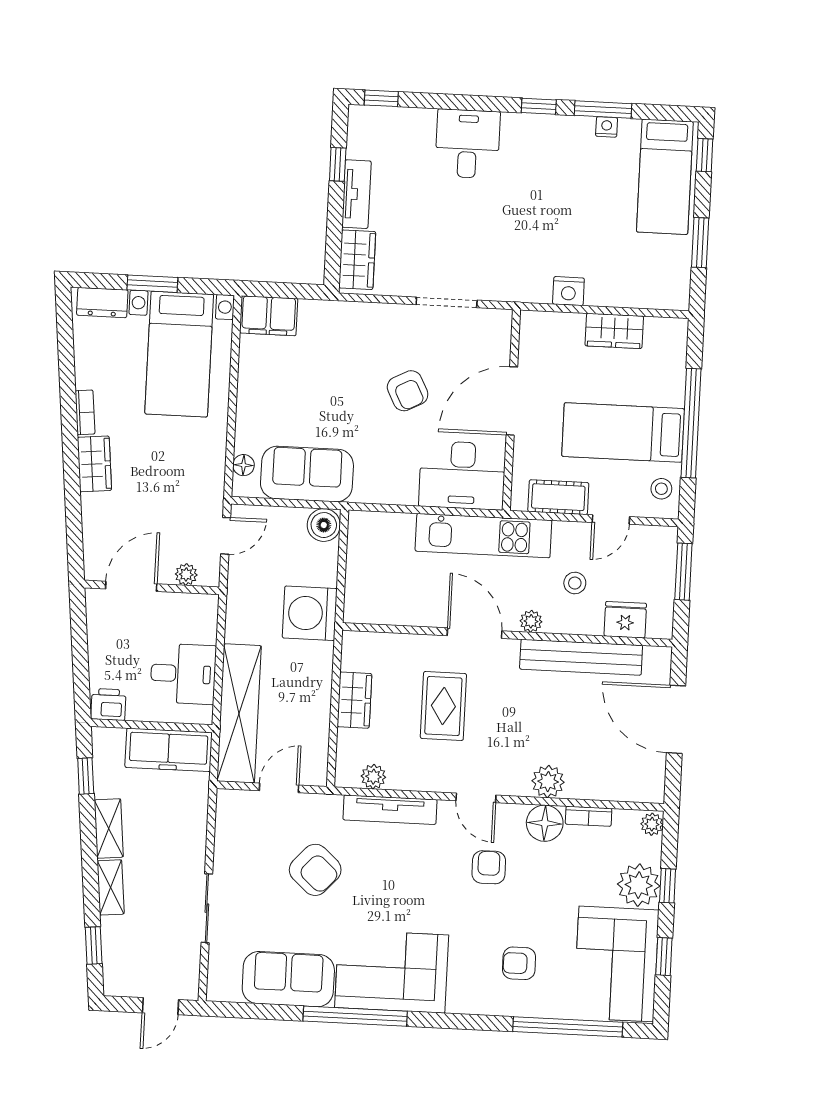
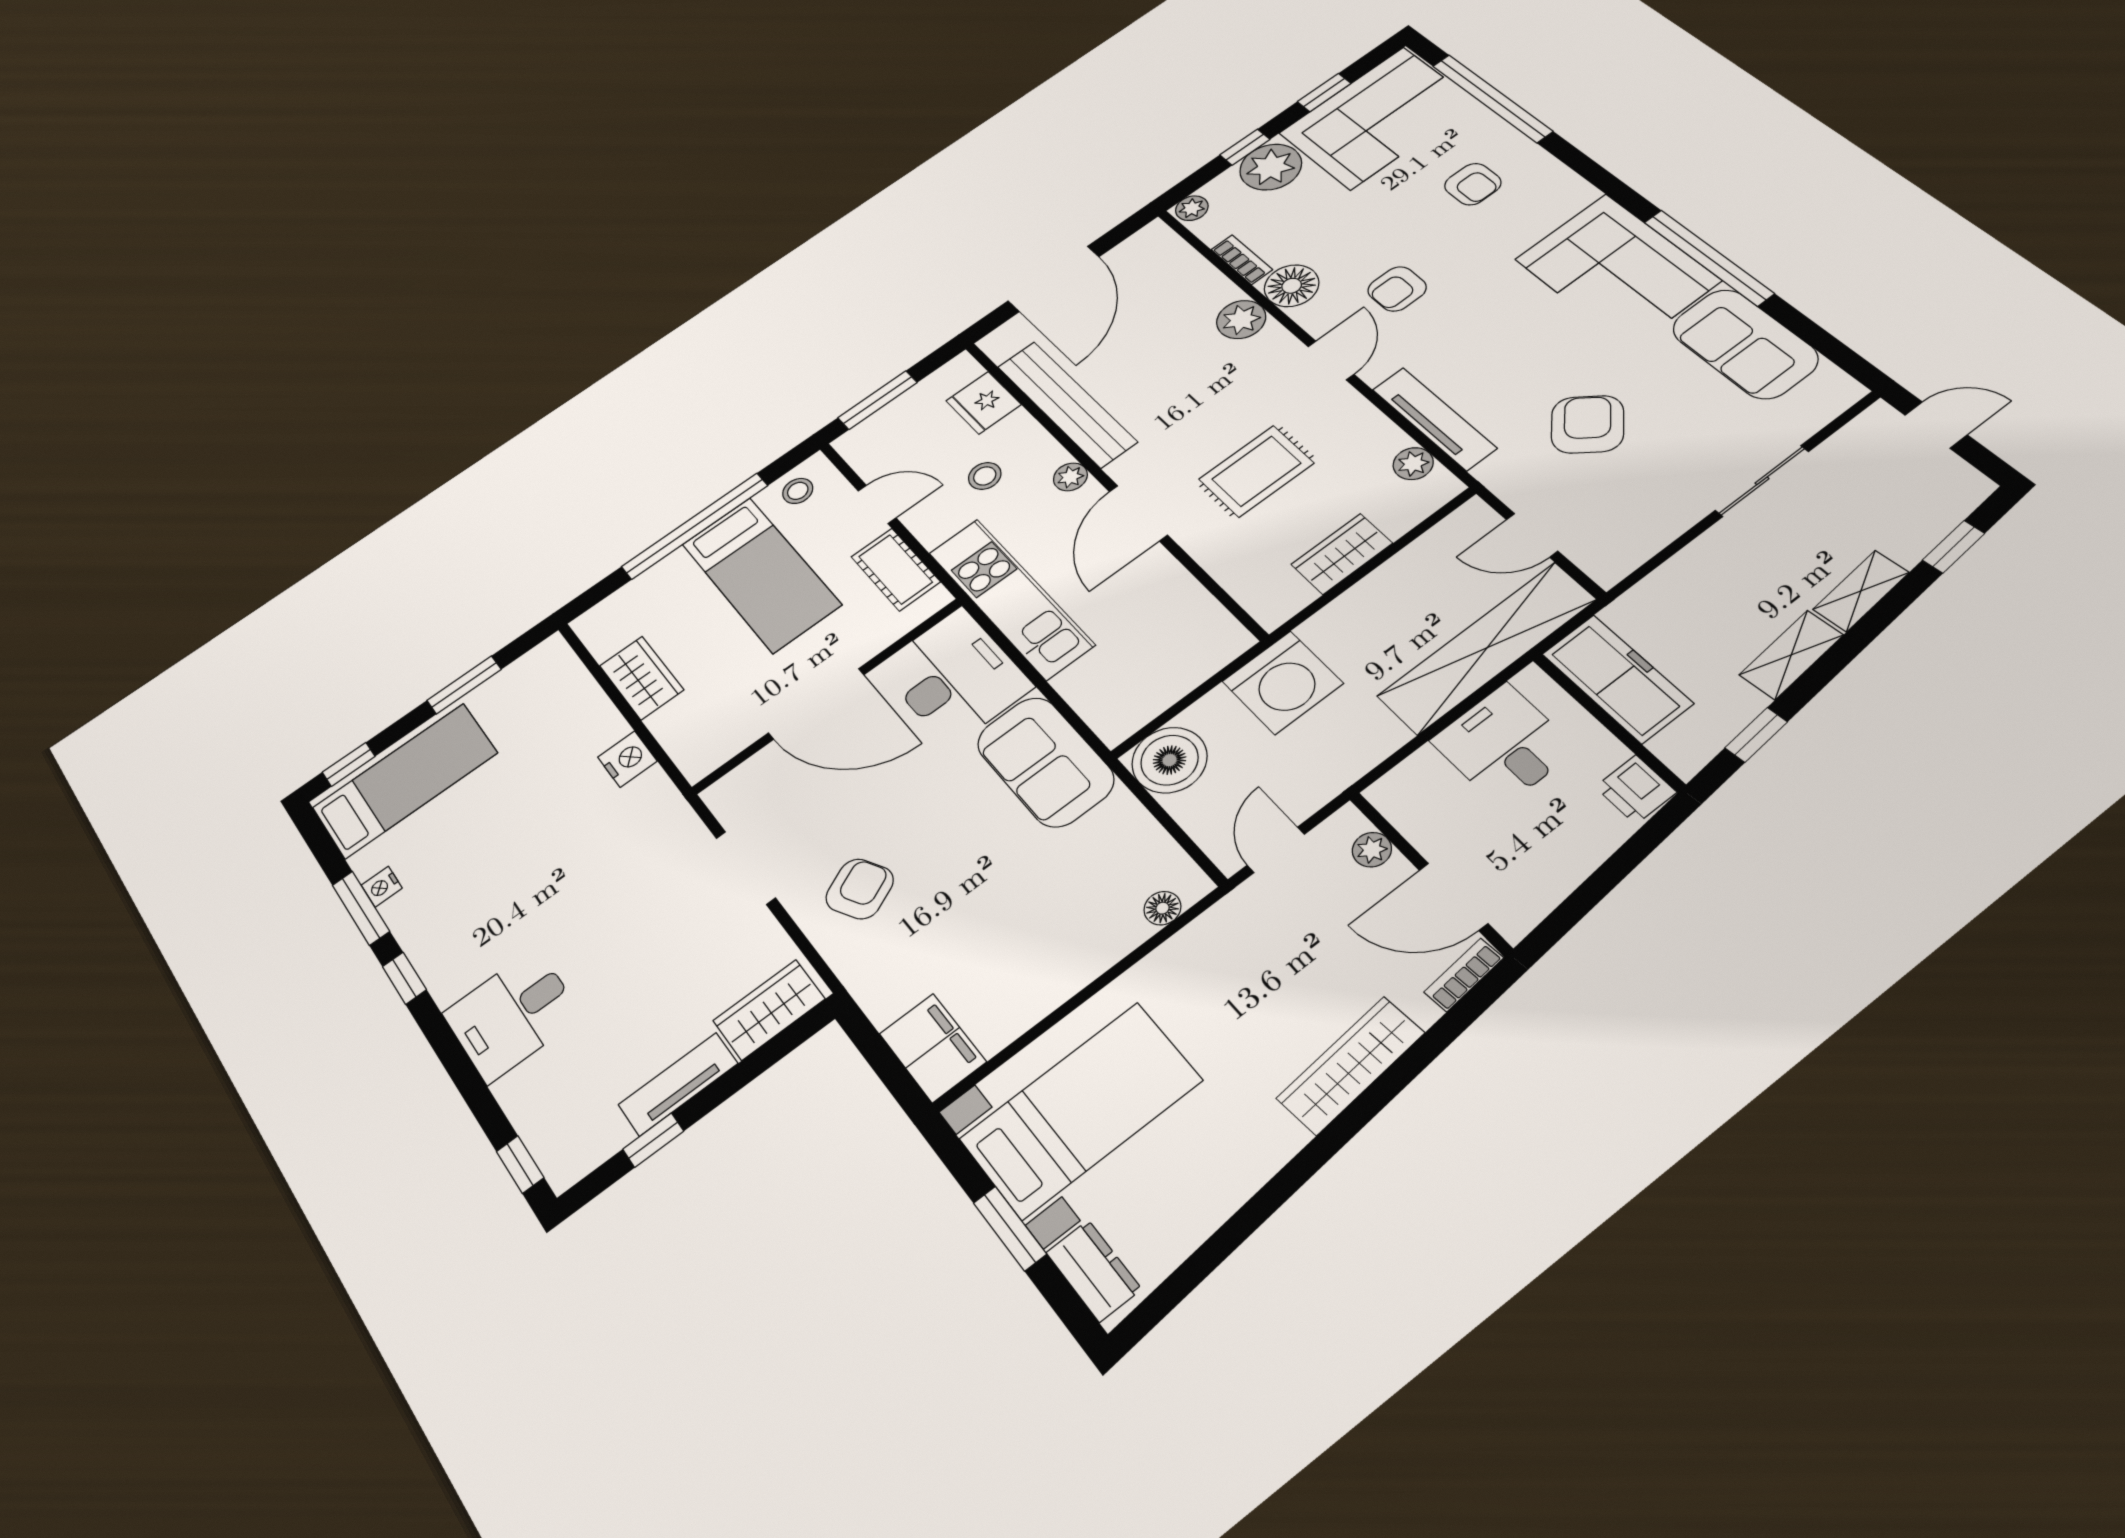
armchair: (408, 391) -> (860, 889), moved
bookcase: (85, 412) -> (1464, 975), moved
wardrobe: (94, 464) -> (1351, 1065), width x1.50
sofa: (307, 474) -> (1045, 762), moved
boiler: (324, 525) -> (1170, 760), width x1.37, depth x1.37
door: (226, 536) -> (1276, 850), hinge flipped

